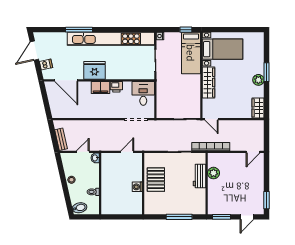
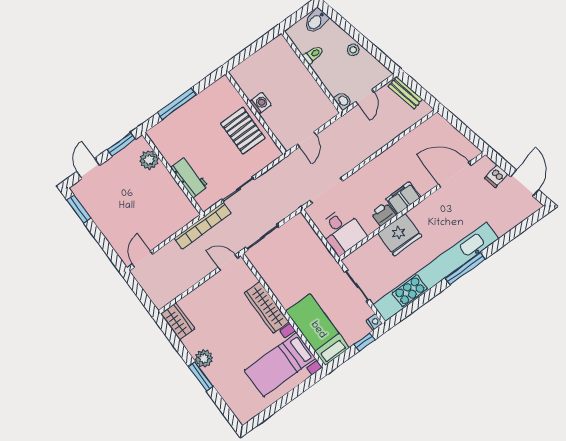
window: (79, 30) -> (465, 269), moved
window: (186, 30) -> (364, 342), moved
fridge: (94, 70) -> (400, 235), moved
plant: (214, 173) -> (149, 160), moved

